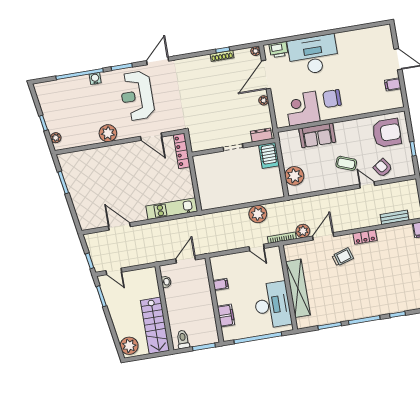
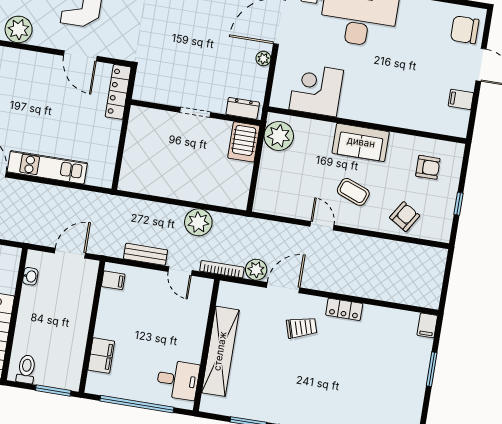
chair: (332, 99) -> (465, 30), moved
armchair: (387, 133) -> (428, 167), width x0.53, depth x0.53
sofa: (317, 135) -> (361, 142), moved
armchair: (383, 168) -> (405, 217), turned 67
plant: (294, 176) -> (279, 136), moved
door: (367, 185) -> (322, 226), moved
kitchen unit: (172, 209) -> (47, 167), moved
bench: (395, 217) -> (146, 254), moved
filing cabinet: (221, 284) -> (113, 280), moved
desk: (272, 305) -> (178, 380), width x0.53, depth x0.77

